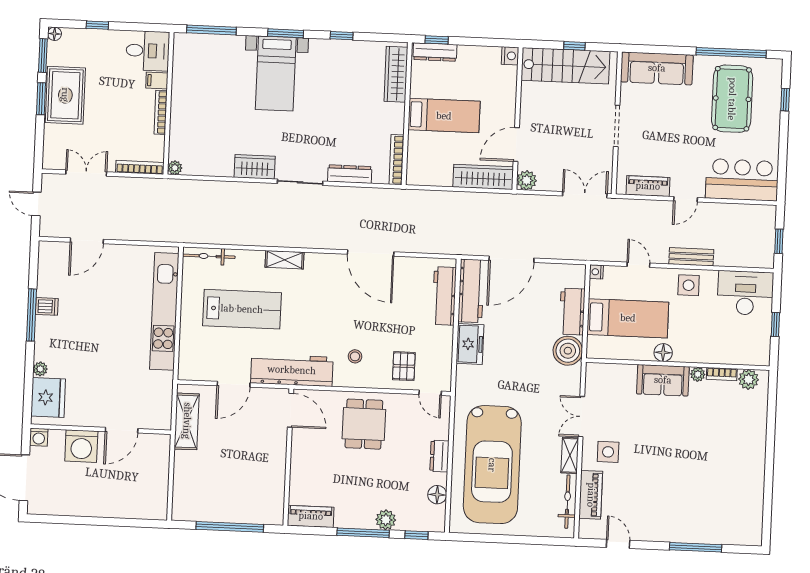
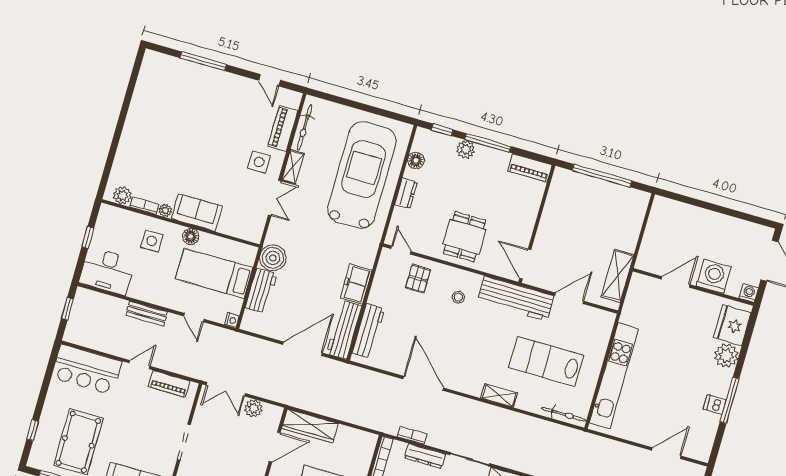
plant: (527, 180) -> (253, 408), moved
bookcase: (369, 193) -> (412, 435), added
side table: (689, 285) -> (152, 241), moved
plant: (40, 369) -> (726, 356), width x1.88, depth x1.88

